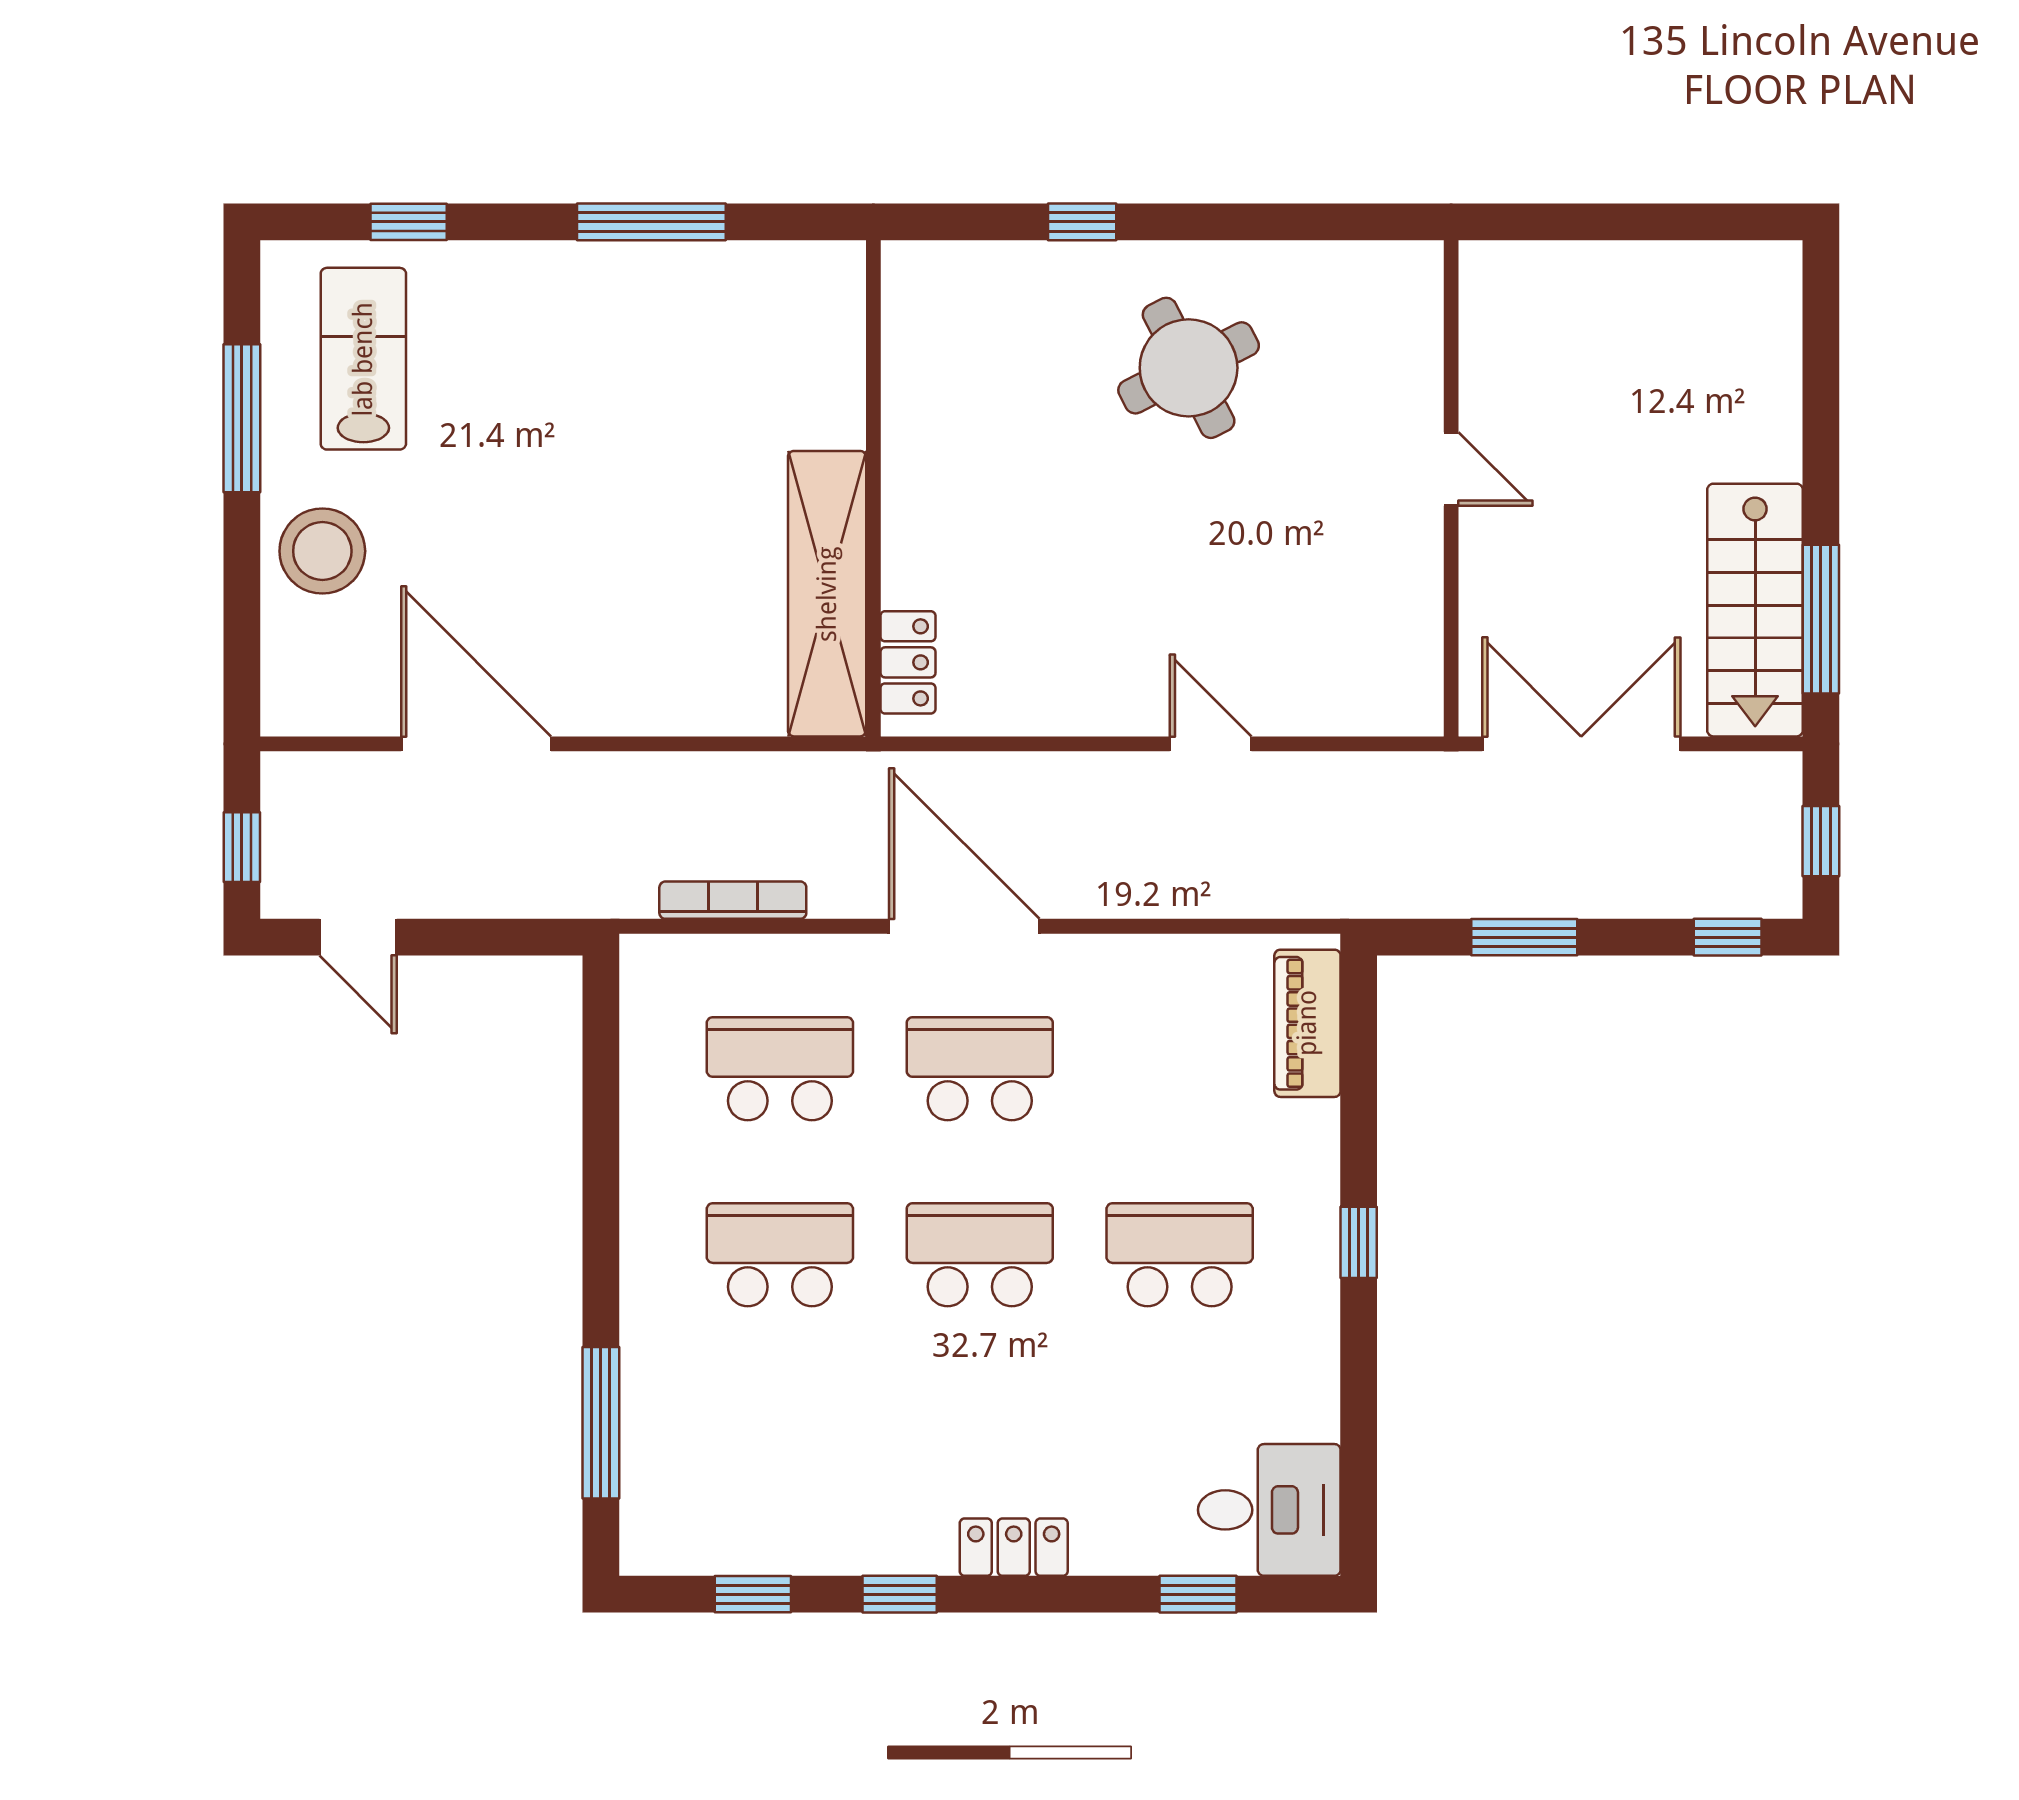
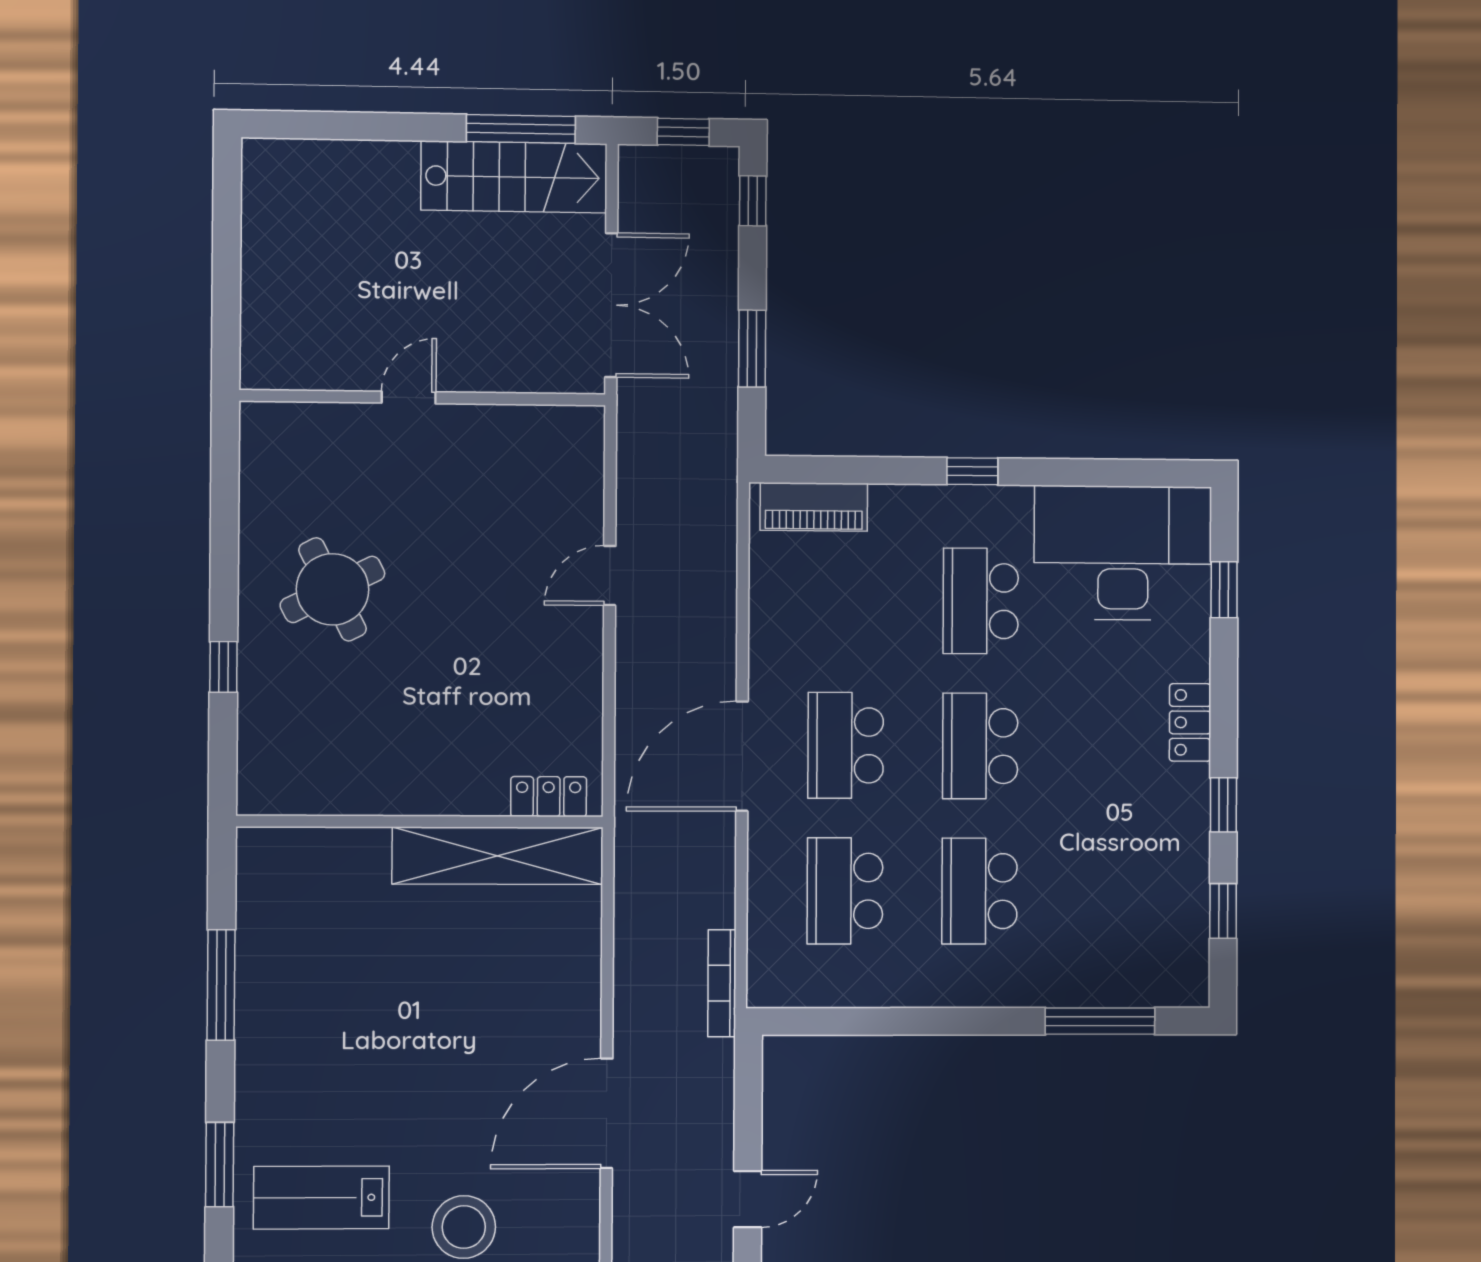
window: (409, 222) -> (220, 1165), width x1.50
double door: (1581, 744) -> (611, 305), swing flipped
bookcase: (733, 900) -> (722, 983), moved
desk: (1269, 1510) -> (1123, 553), width x1.87, depth x1.30

